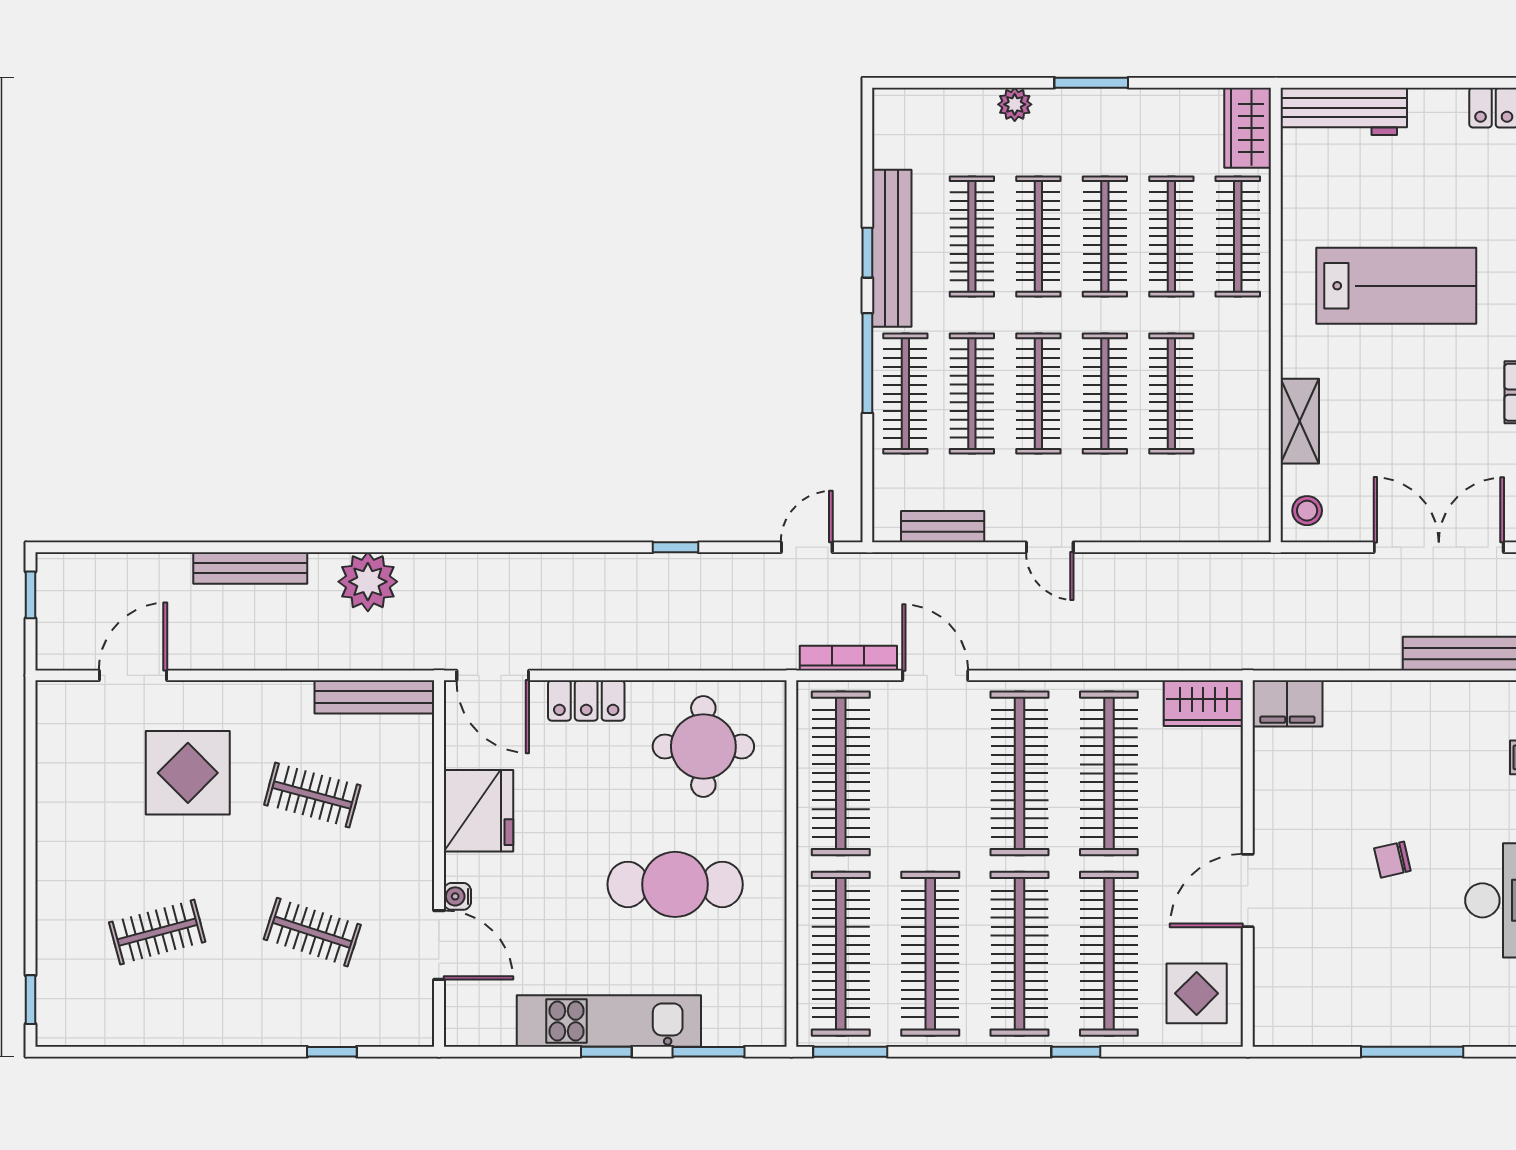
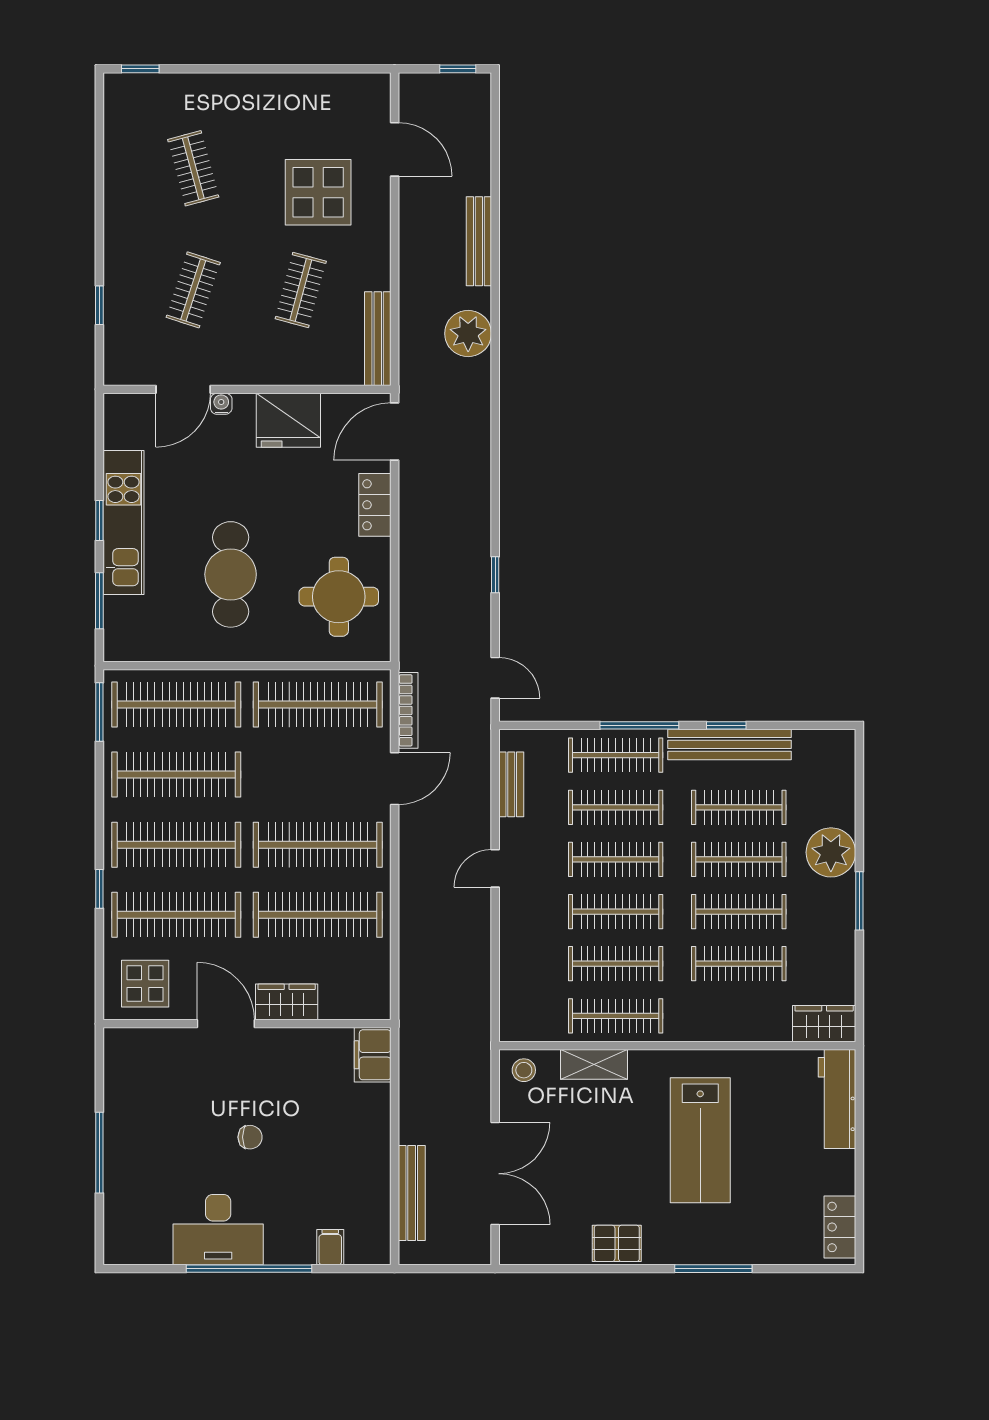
plant: (1015, 104) -> (831, 852), width x1.88, depth x1.88
clothes rail: (1238, 236) -> (616, 1016), moved
wardrobe: (1203, 703) -> (287, 1002), moved, turned 90
chair: (1392, 860) -> (250, 1137), turned 103

